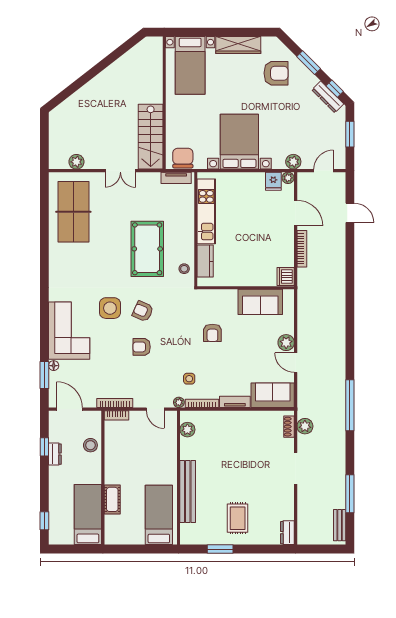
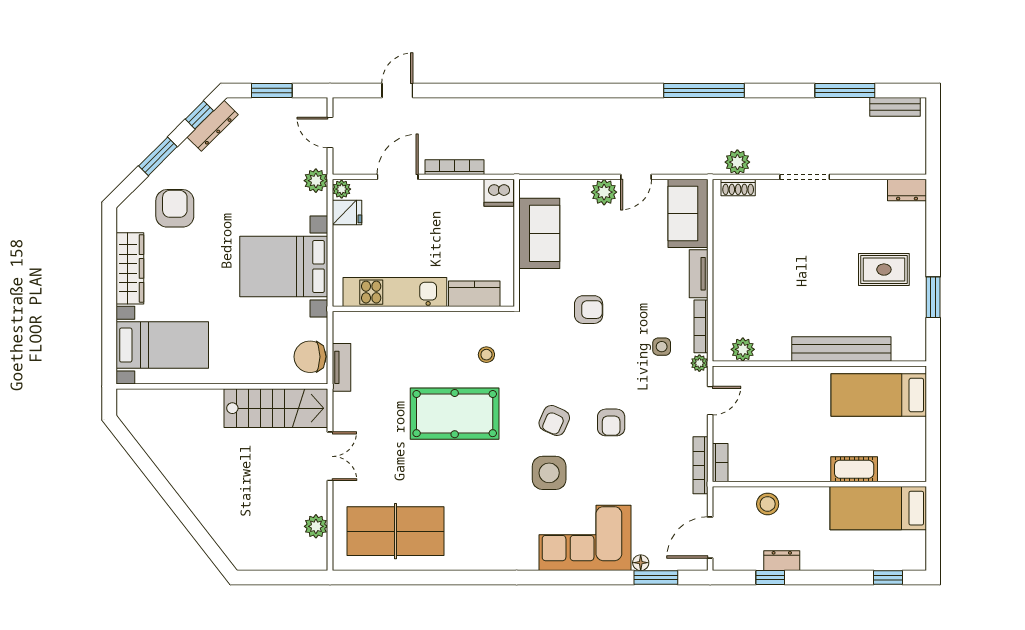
kitchen unit: (206, 211) -> (395, 292), moved
wall: (196, 229) -> (423, 309), moved
kitchen counter: (205, 261) -> (474, 294), moved

